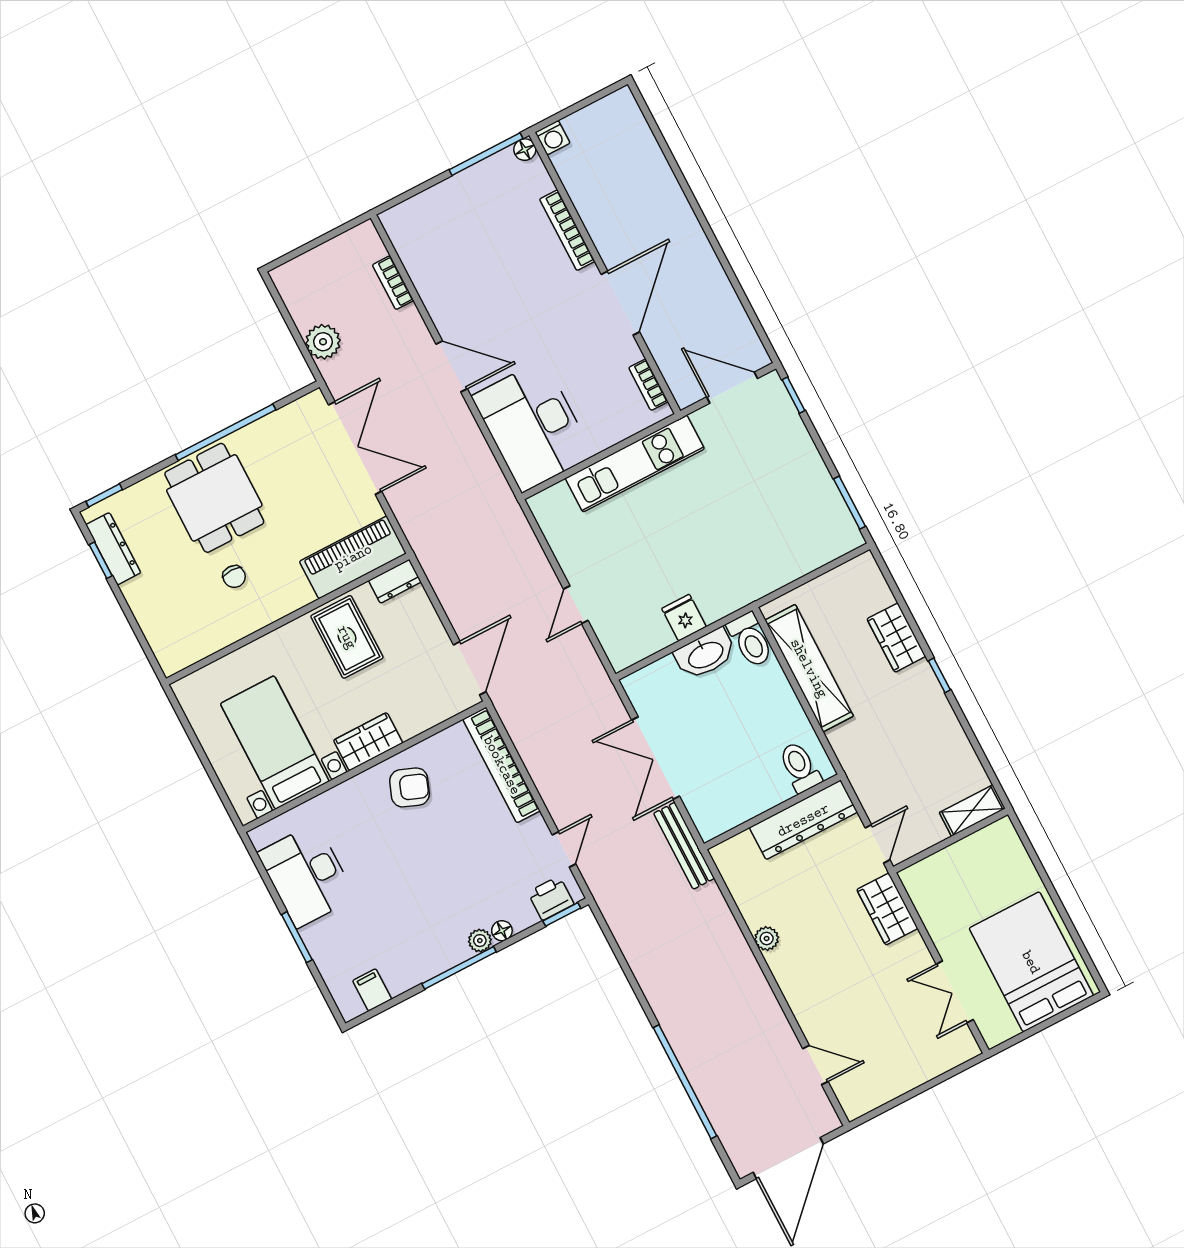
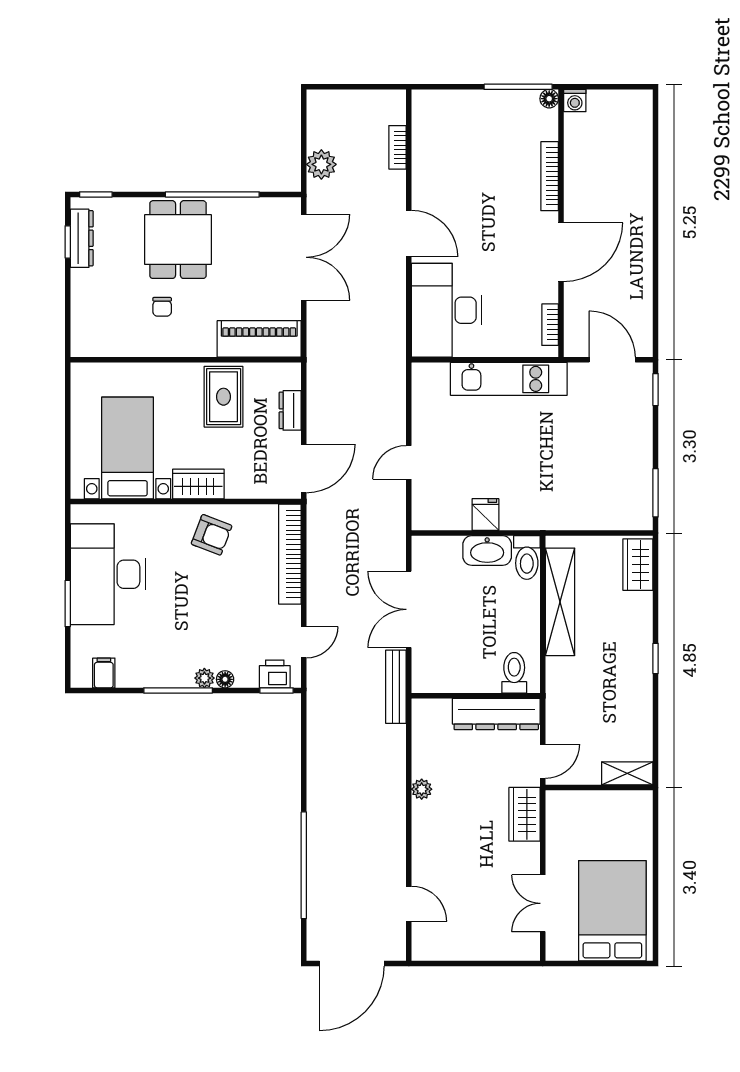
dresser: (395, 581) -> (290, 410), moved, turned 90
wardrobe: (896, 638) -> (638, 565), moved
desk: (307, 875) -> (108, 574), width x1.36, depth x1.30

